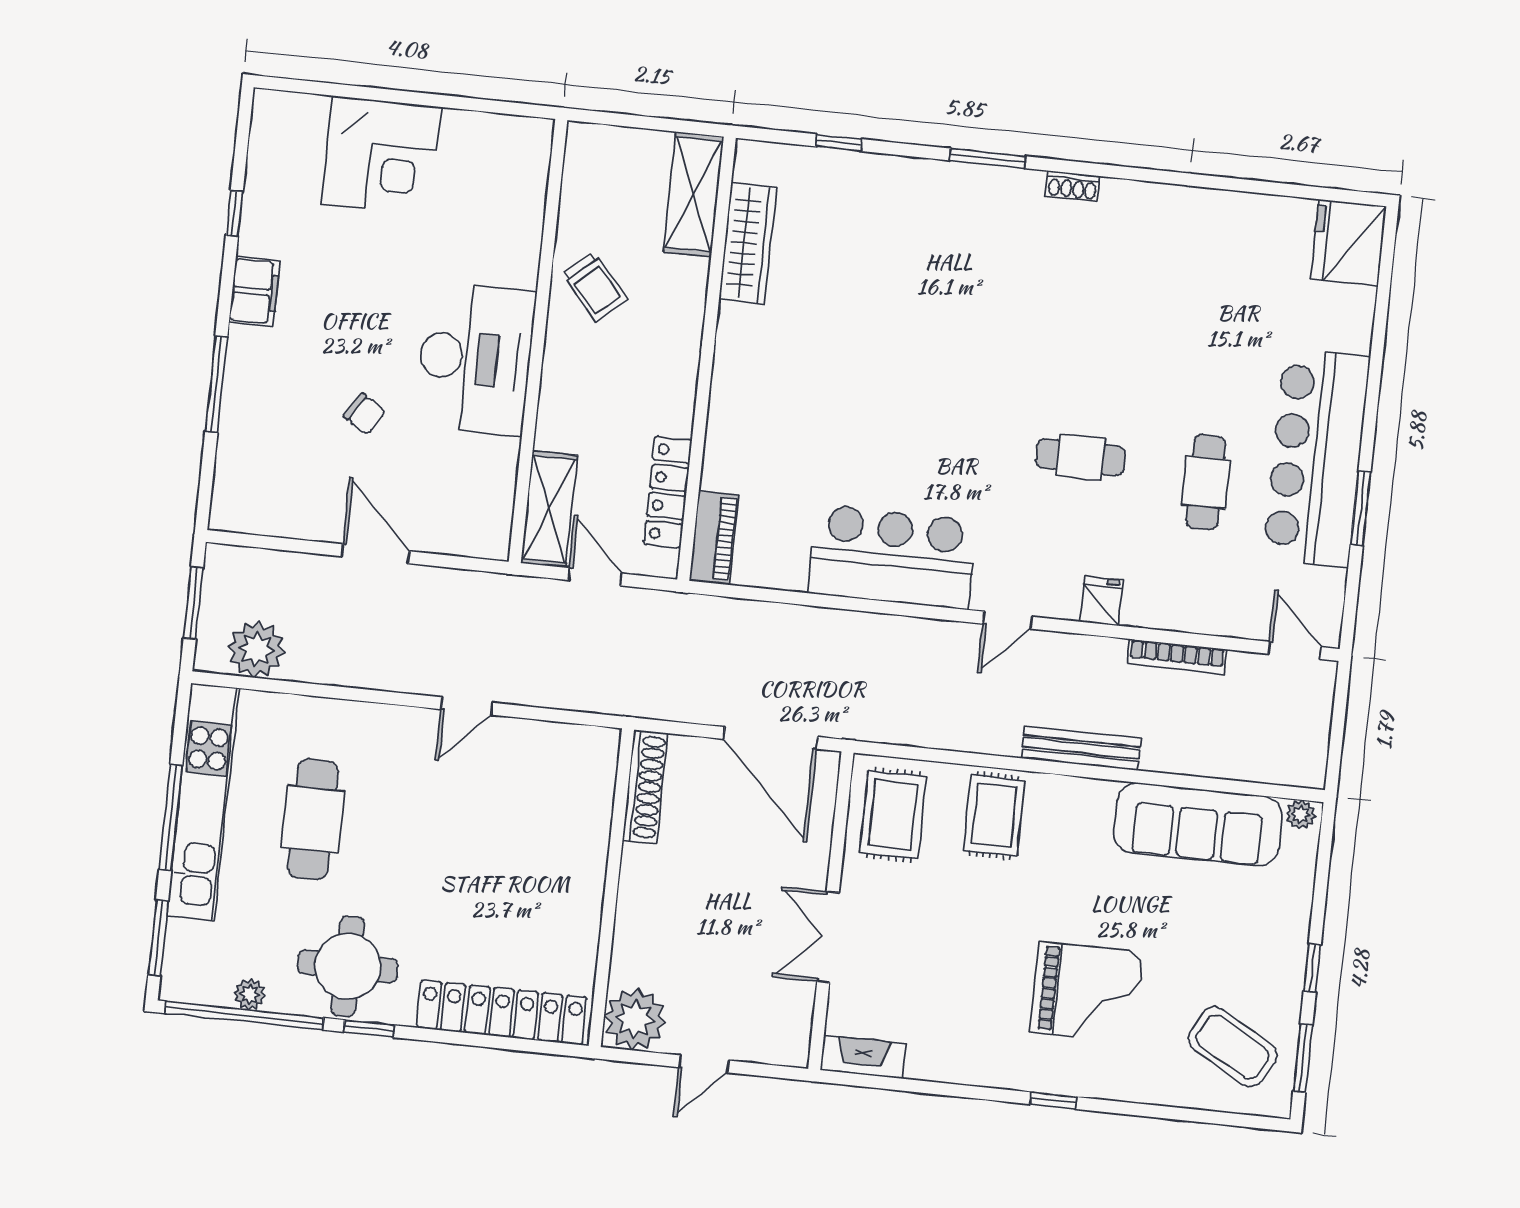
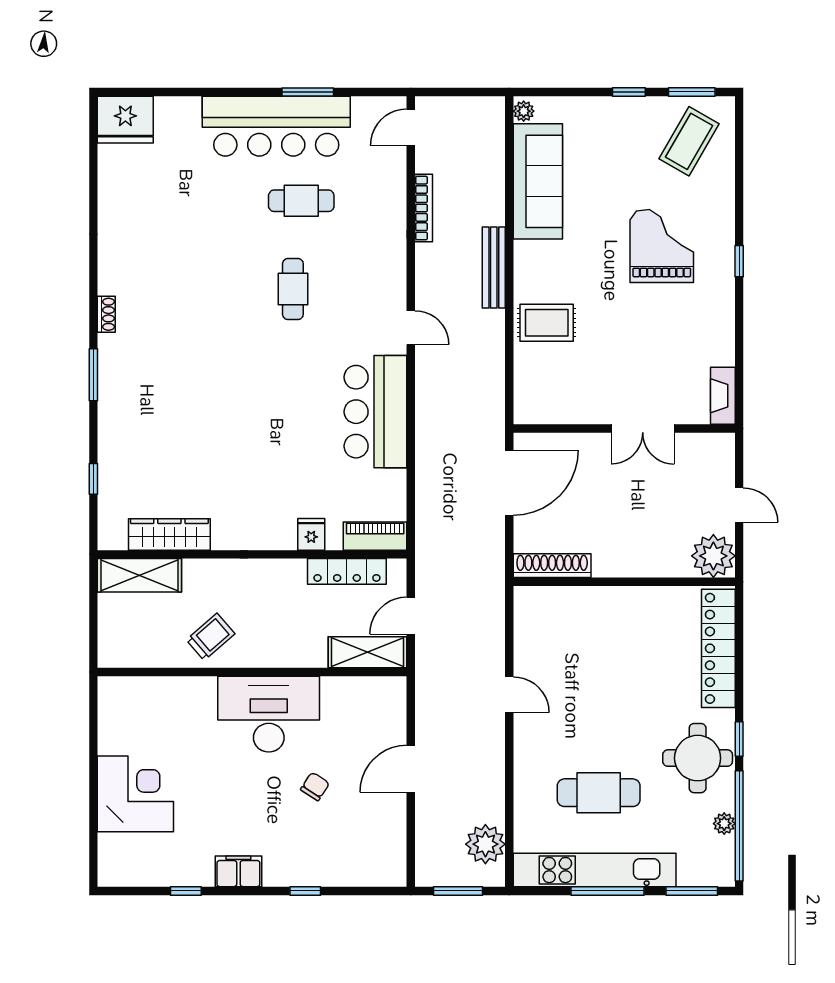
window: (216, 384) -> (305, 891), width x0.46
fridge: (1101, 601) -> (311, 534), moved, turned 90
rug: (893, 815) -> (553, 393), removed

